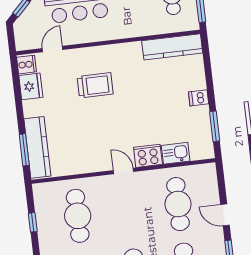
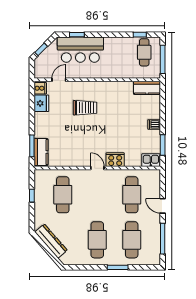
kitchen counter: (172, 47) -> (147, 88), width x0.67
kitchen counter: (37, 147) -> (41, 152), width x0.67
kitchen sink: (176, 153) -> (151, 160), moved

